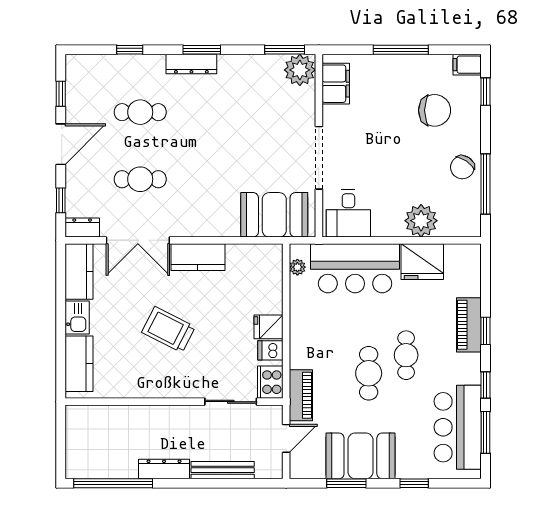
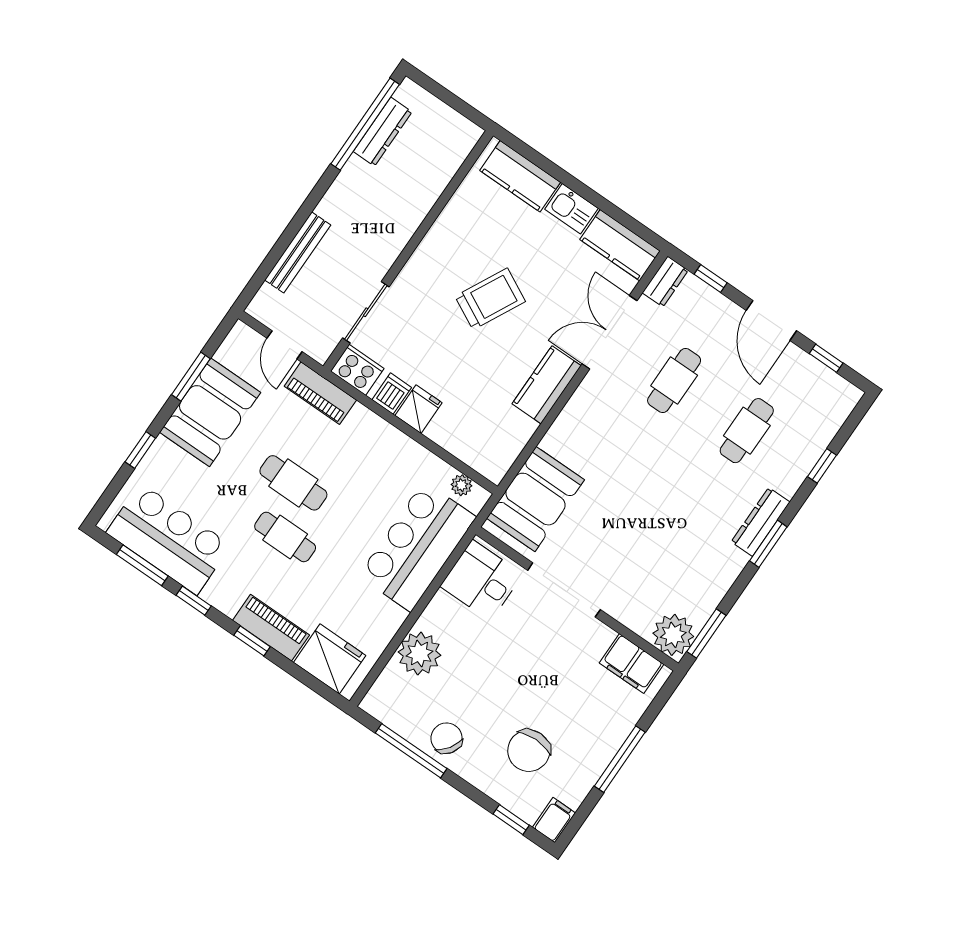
fridge: (422, 262) -> (330, 659), moved, turned 90
dresser: (164, 469) -> (383, 132), moved

